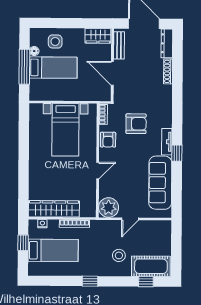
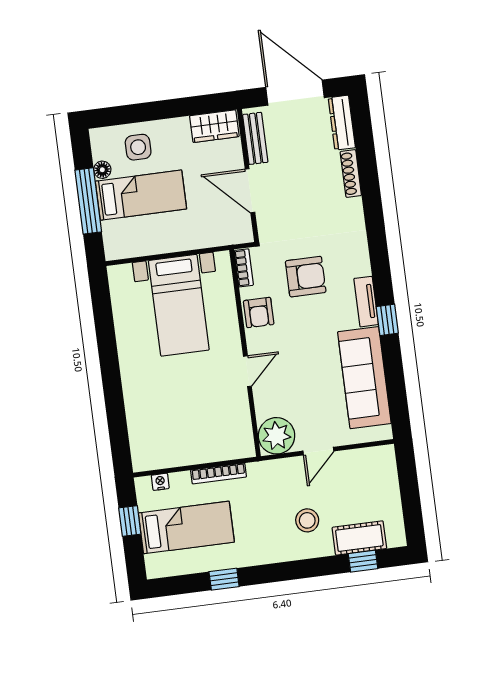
wardrobe: (54, 209) -> (177, 452), removed
cot: (151, 266) -> (359, 538), width x0.73, depth x0.75
window: (90, 281) -> (224, 579), moved

